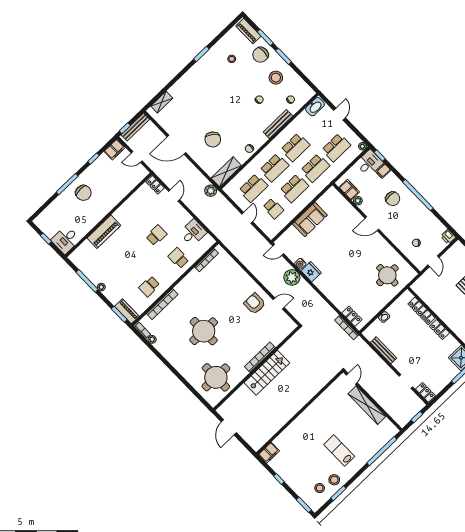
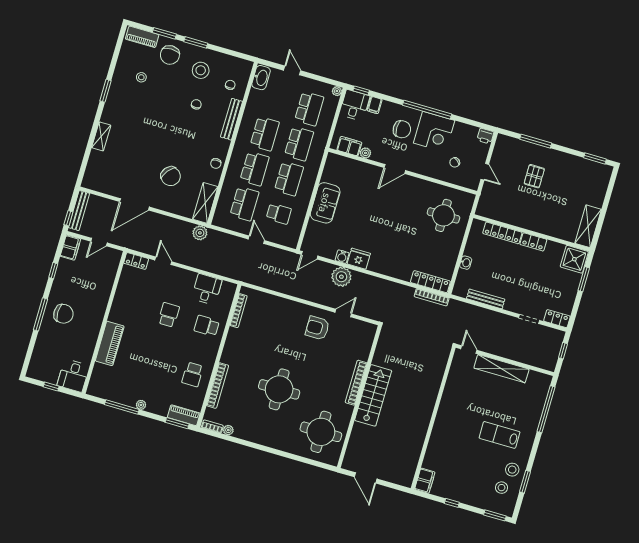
shelving: (162, 102) -> (101, 136), moved
corner desk: (414, 213) -> (434, 132), added
locker: (352, 316) -> (430, 282), width x1.53

